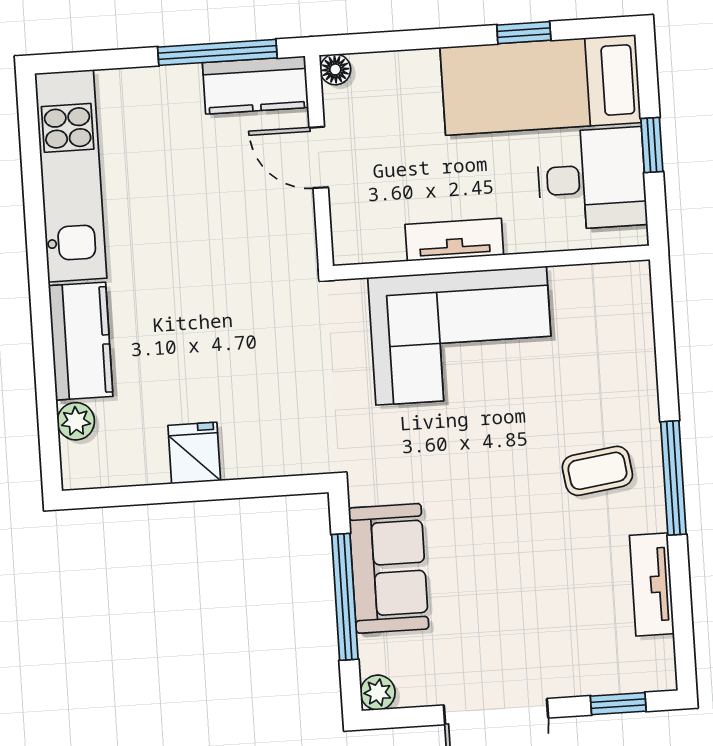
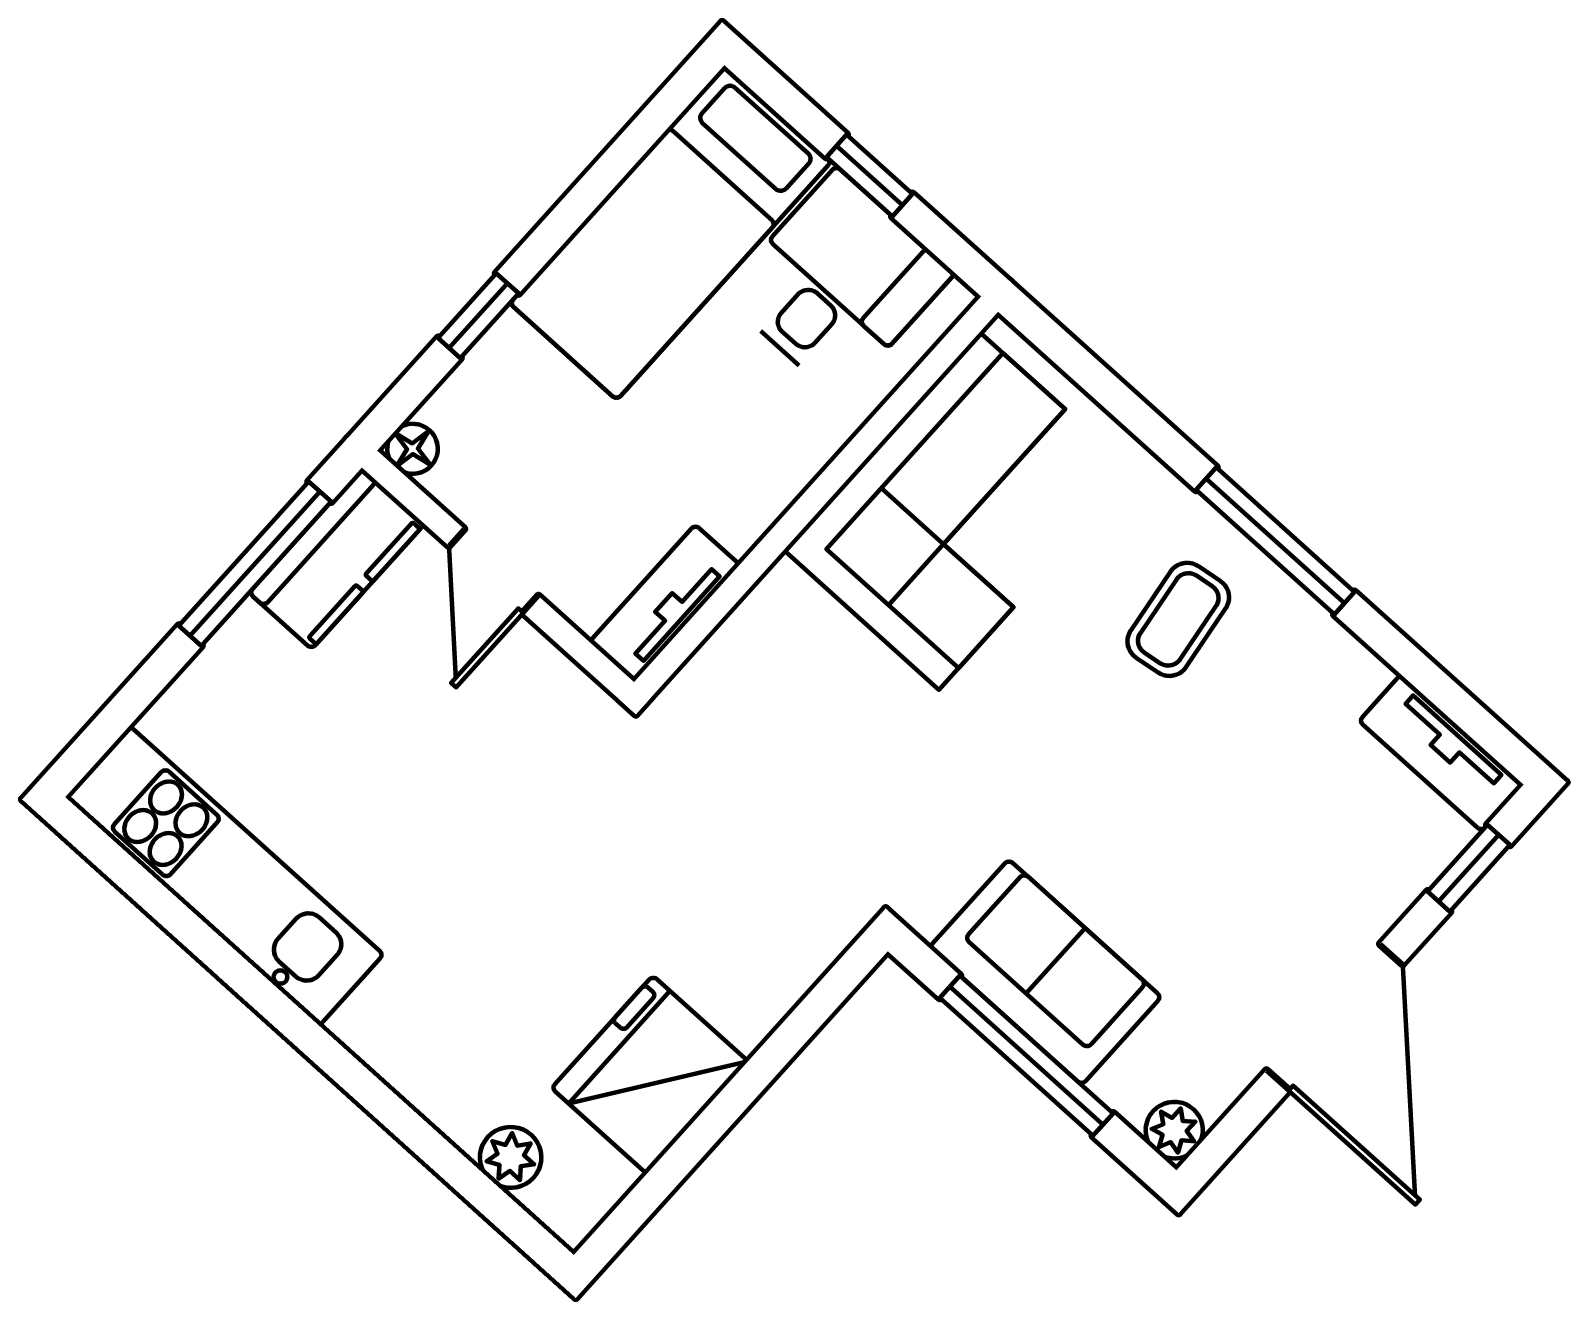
window: (524, 33) -> (478, 316), moved
door: (319, 157) -> (494, 571), hinge flipped
tv unit: (454, 240) -> (665, 603), moved
corner sofa: (461, 336) -> (959, 511), moved
kitchen counter: (81, 341) -> (425, 1058), removed
fridge: (194, 453) -> (650, 1075), width x1.88, depth x1.34
tv unit: (652, 585) -> (1441, 753), moved

